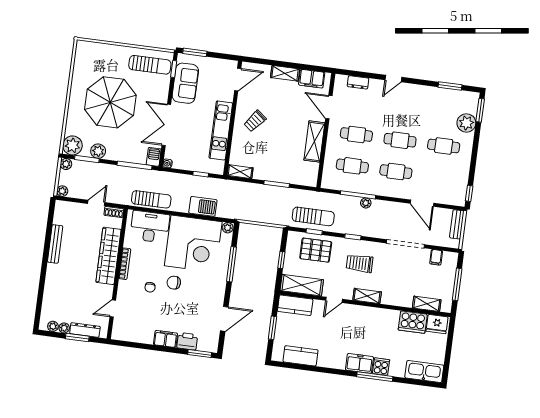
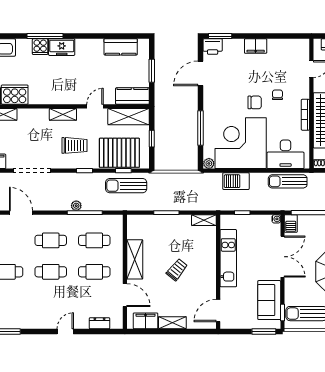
trolley: (255, 121) -> (177, 270), moved
pallet: (316, 250) -> (119, 153), width x1.37, depth x1.41
printer: (187, 341) -> (213, 47), moved

